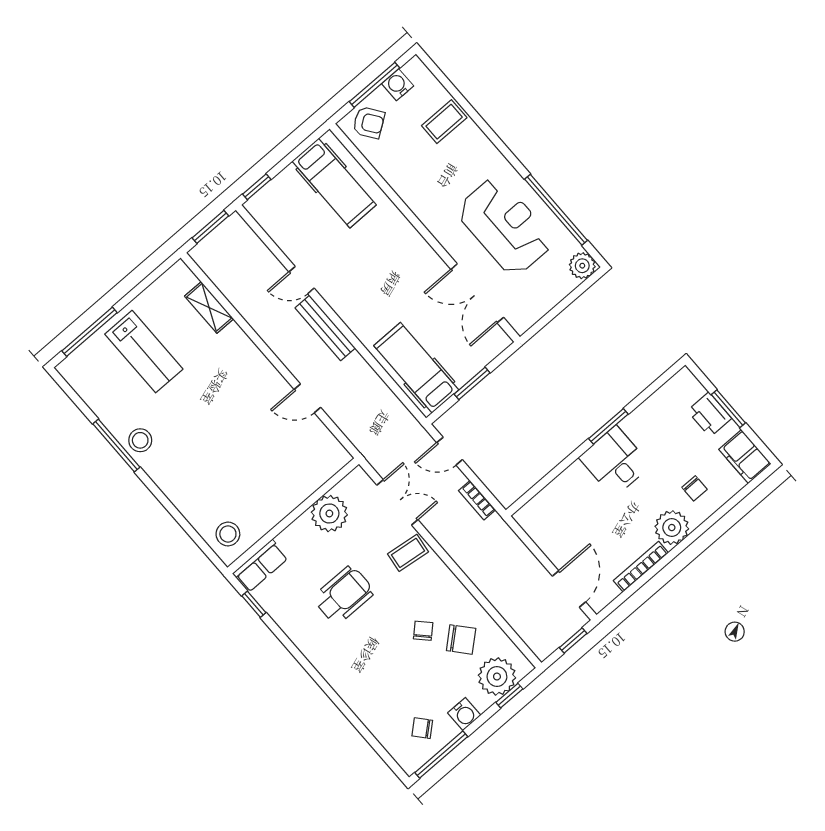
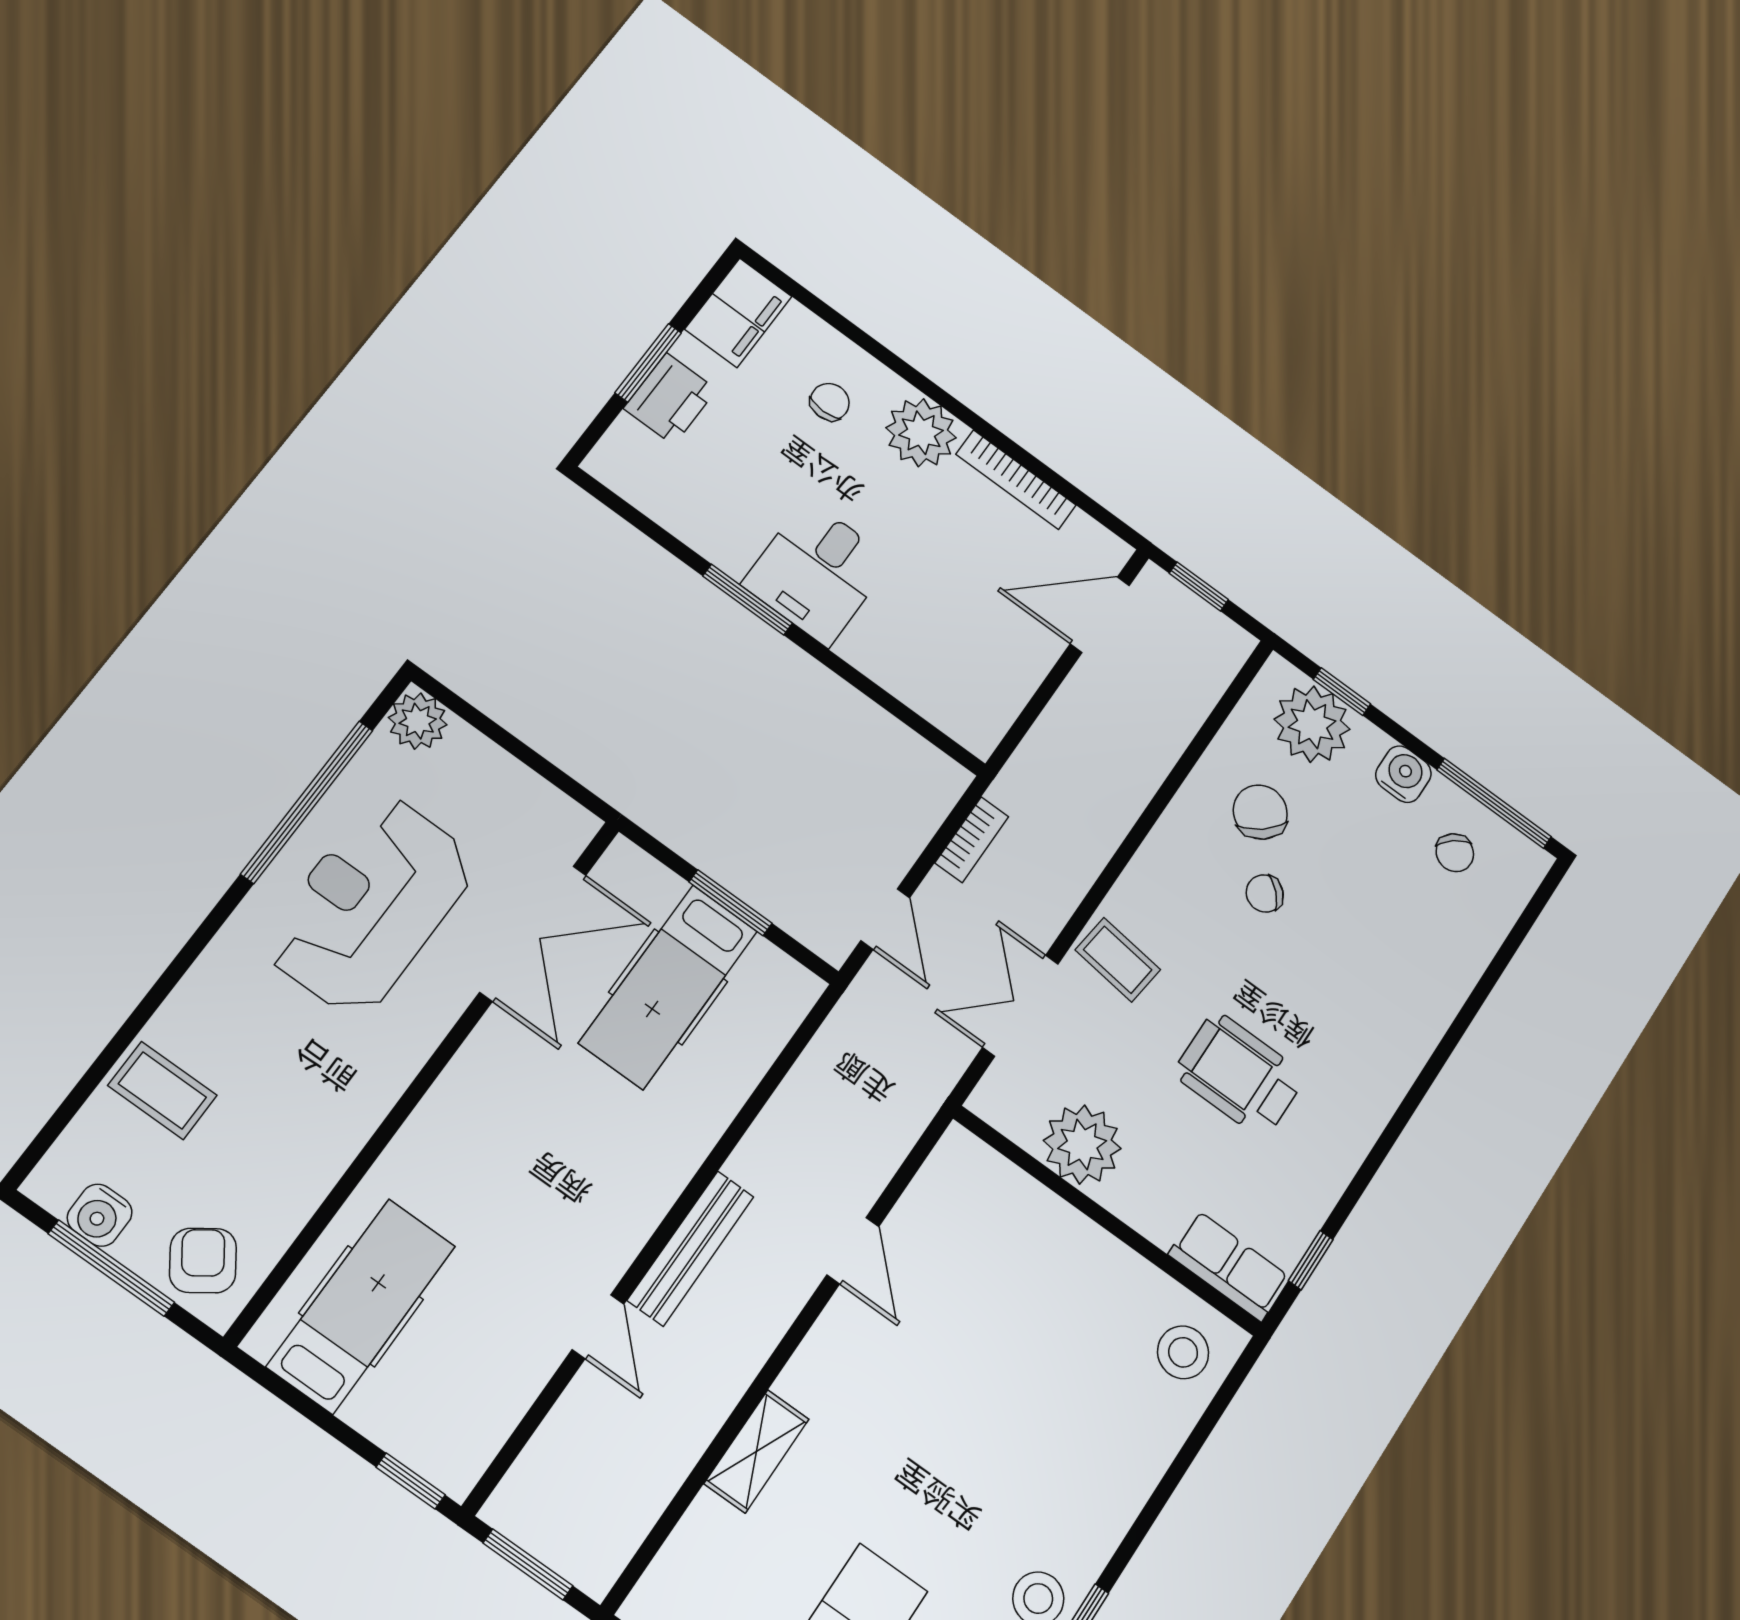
shelving: (209, 307) -> (757, 1451), moved
hospital bed: (416, 368) -> (668, 987), moved

